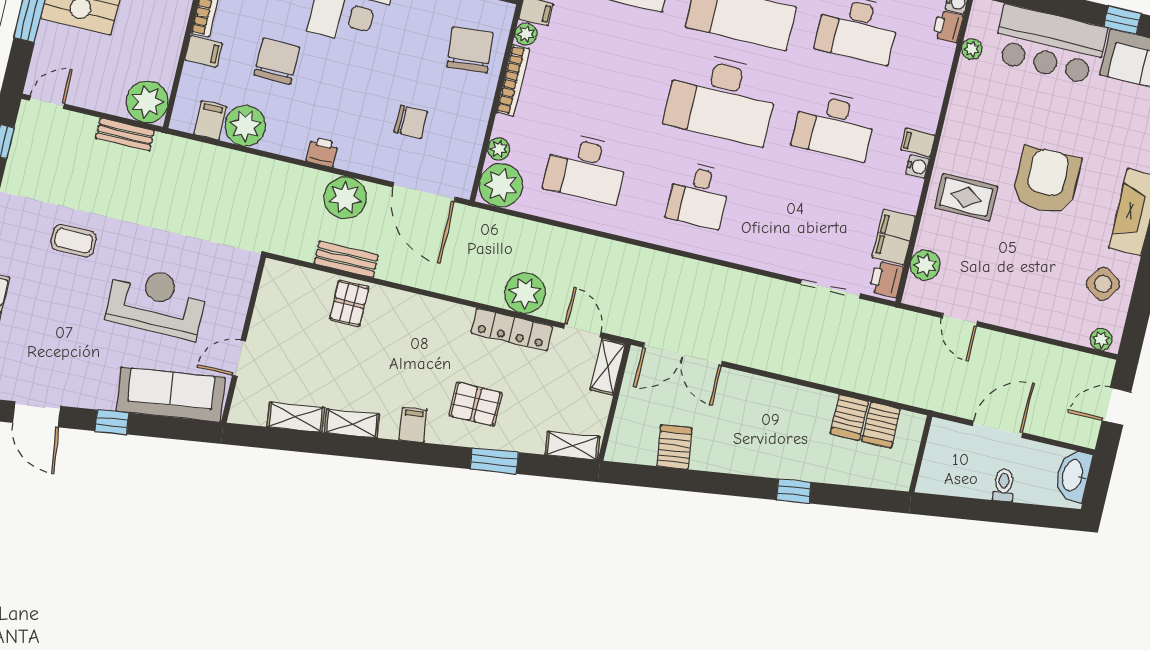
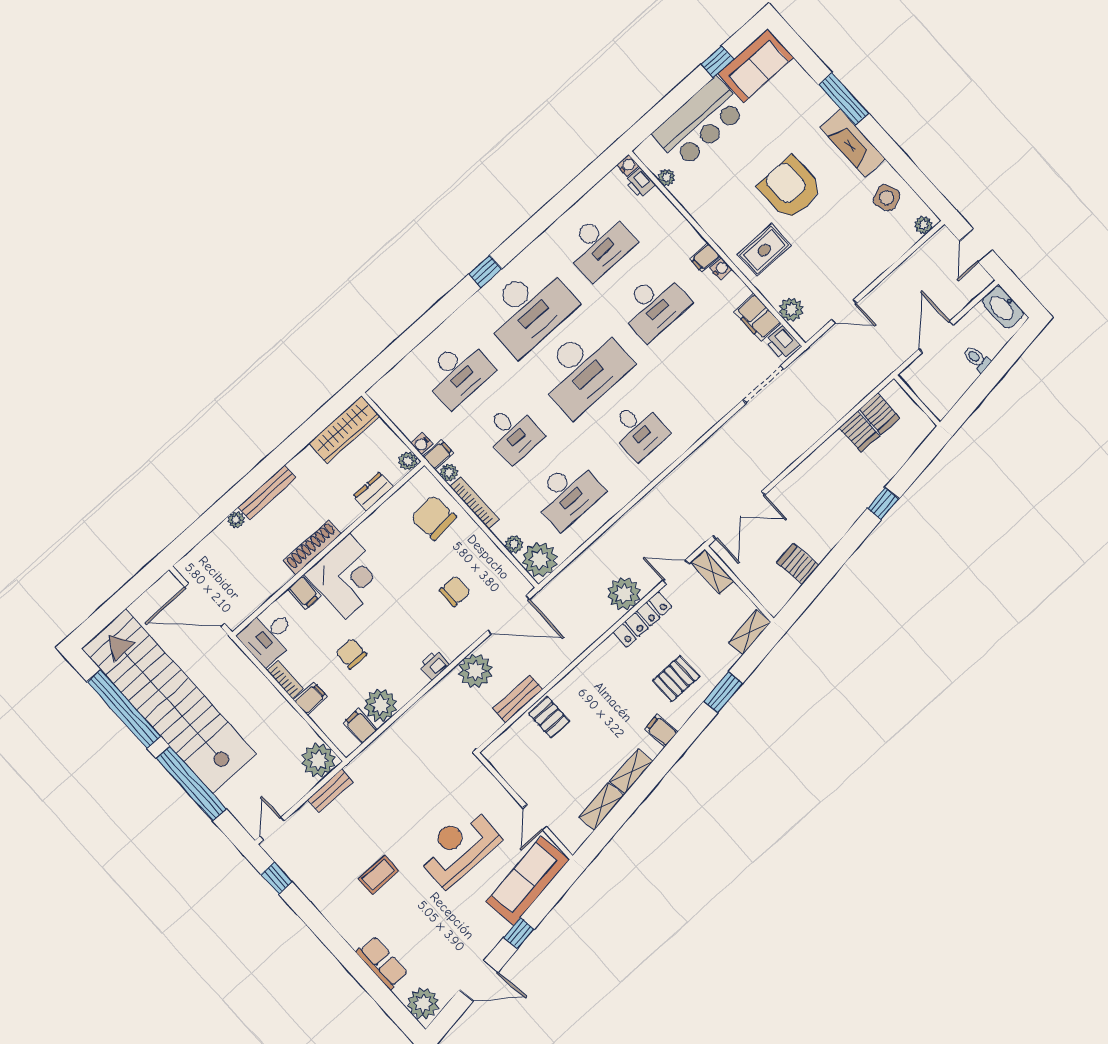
chair: (277, 61) -> (351, 654), width x0.73, depth x0.73
desk: (609, 71) -> (513, 433), added
side table: (1103, 284) -> (887, 198), turned 33

